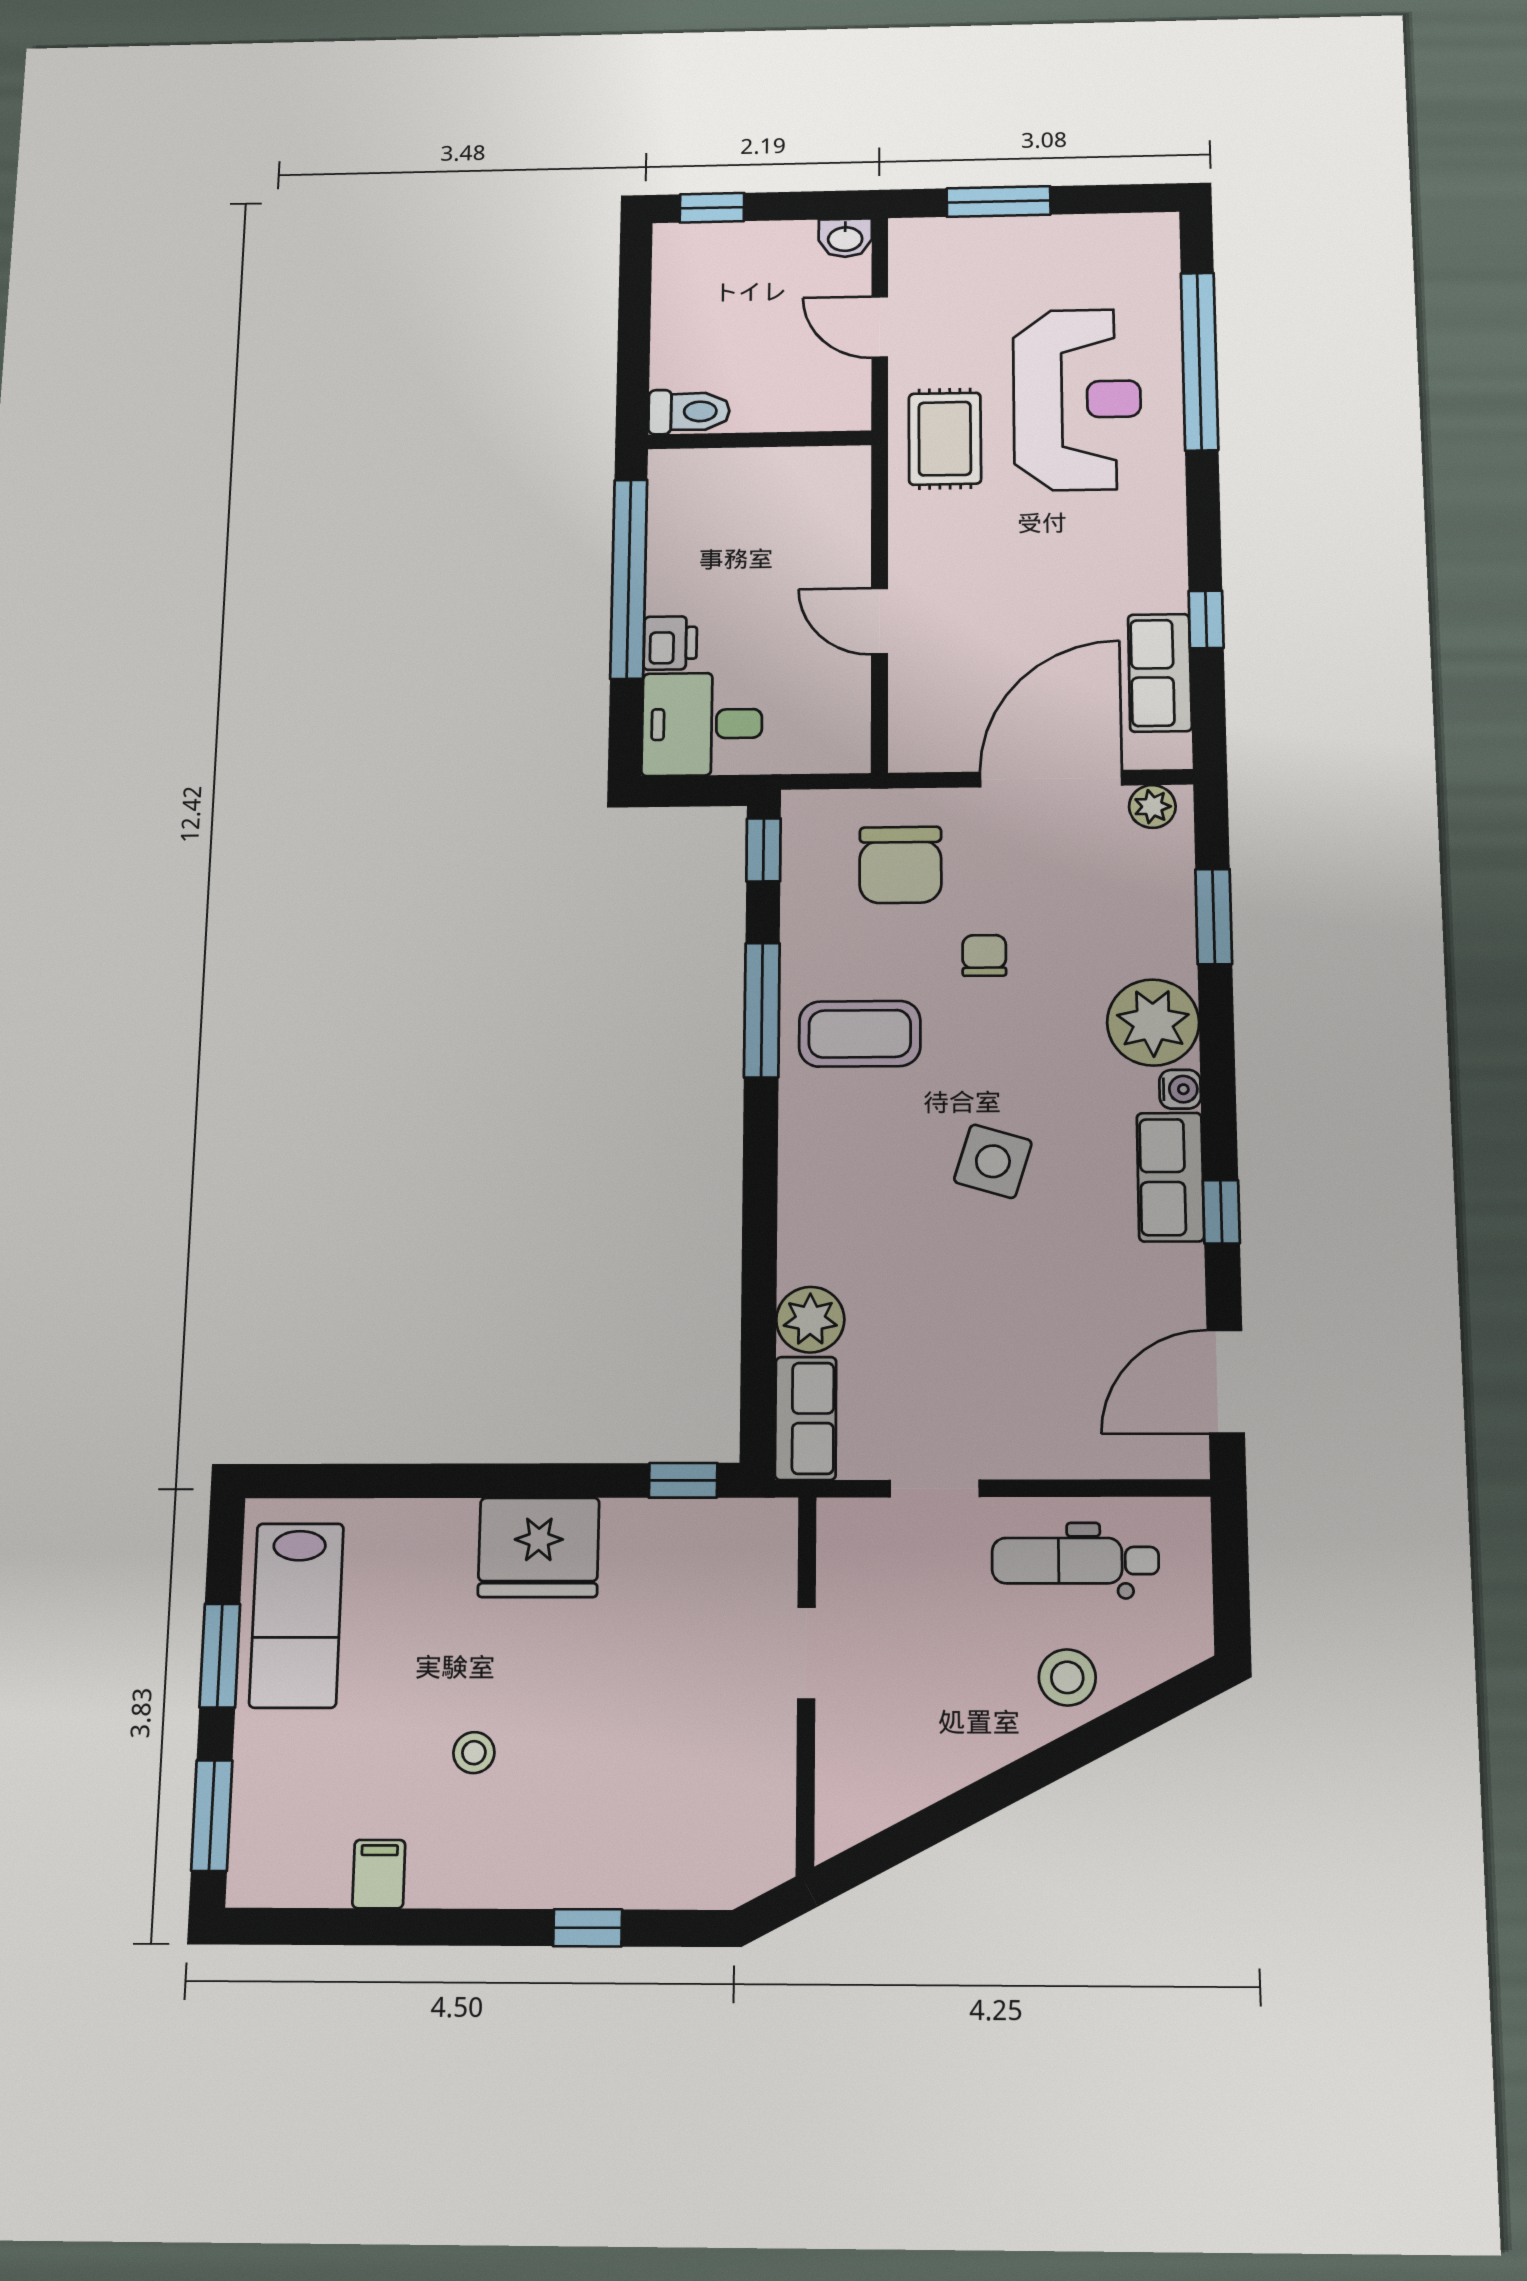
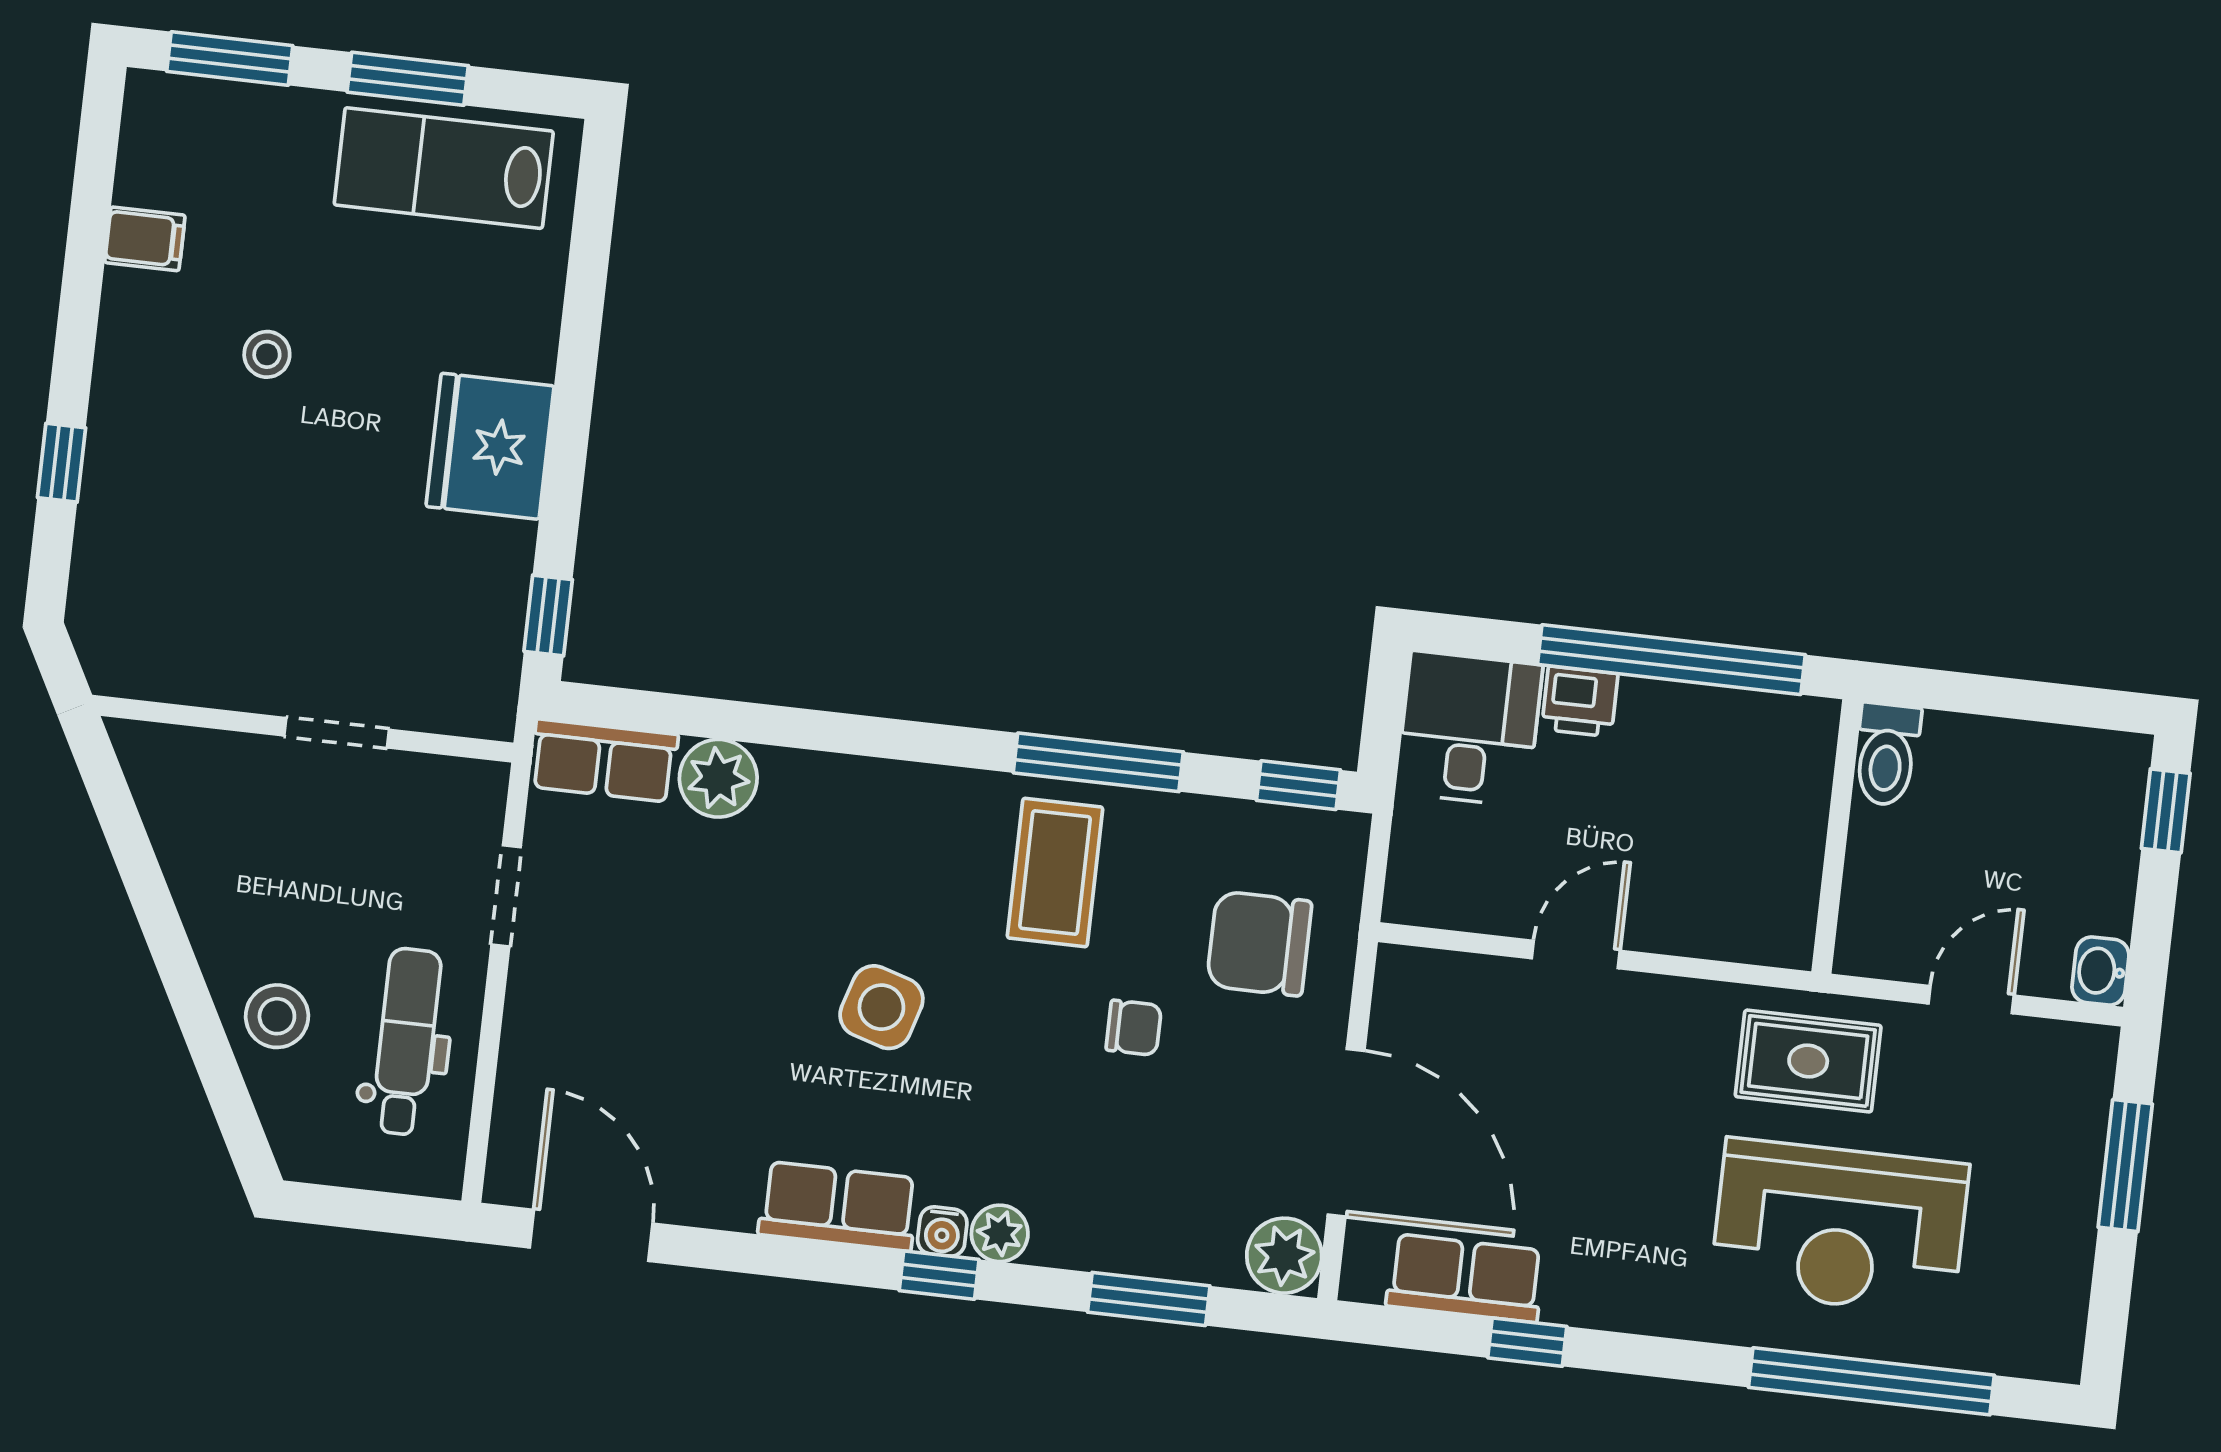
plant: (1152, 806) -> (1284, 1256), width x1.38, depth x1.38
plant: (1153, 1022) -> (1000, 1233), width x0.53, depth x0.53
window: (1221, 1212) -> (939, 1275), moved

